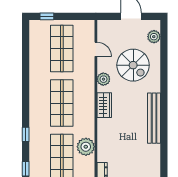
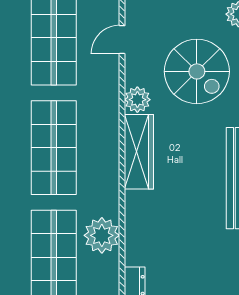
door: (96, 49) -> (122, 40), swing flipped
wardrobe: (104, 105) -> (139, 152), width x1.50

